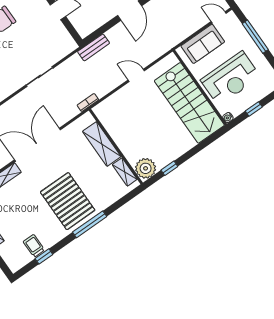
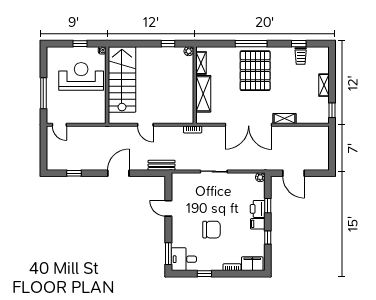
sofa: (203, 44) -> (84, 114), removed
plant: (146, 168) -> (189, 51), width x0.53, depth x0.53

